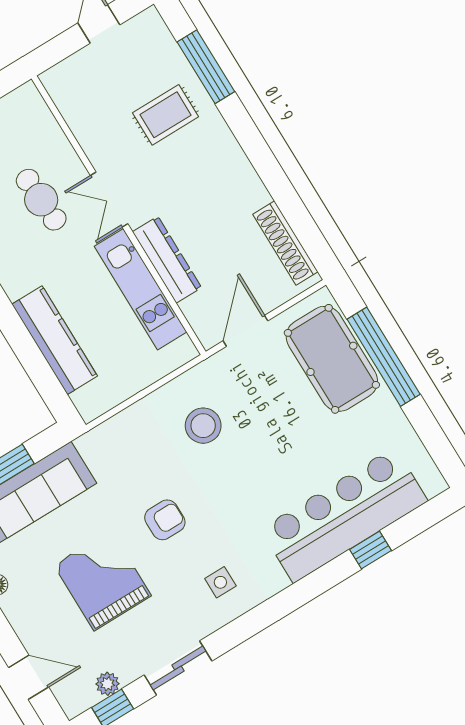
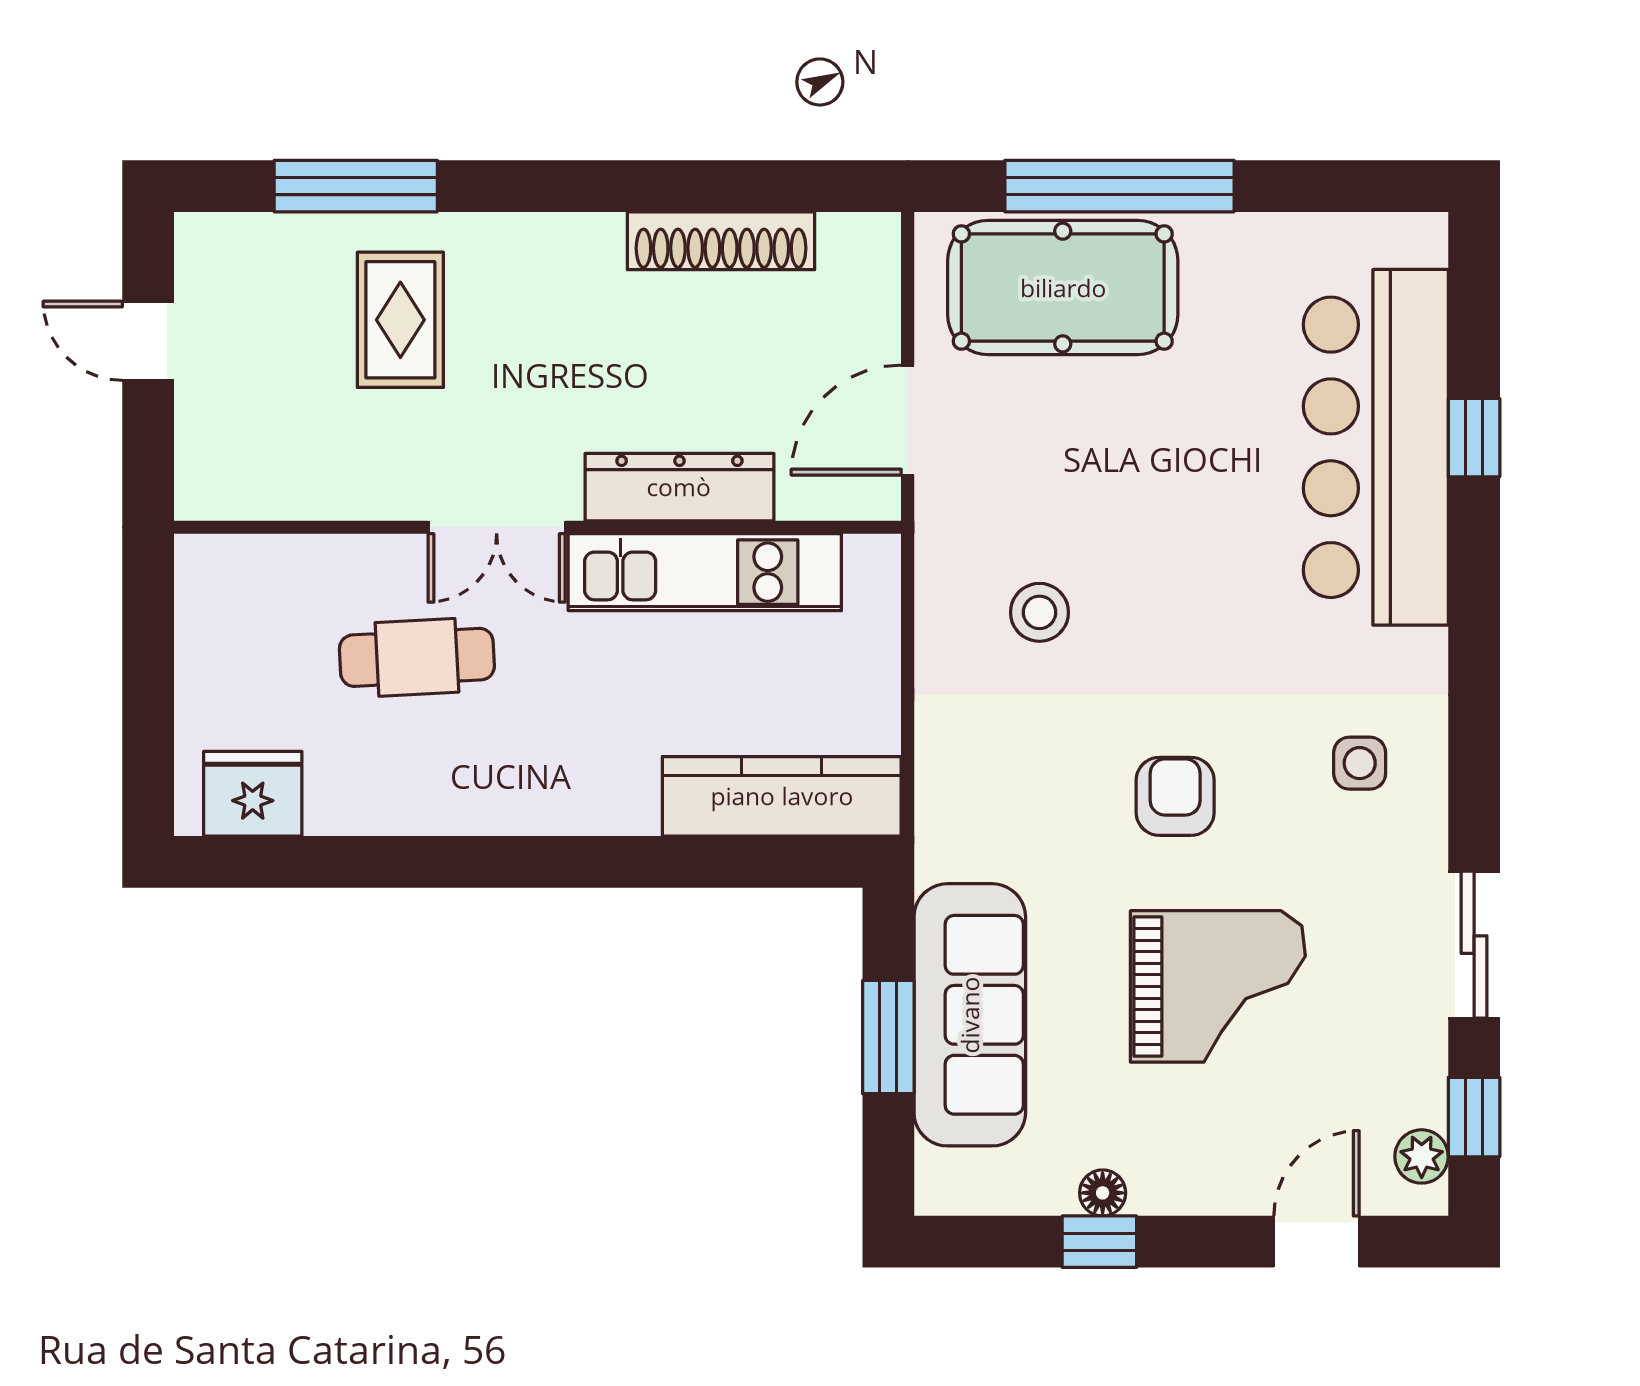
shoe rack: (285, 243) -> (721, 241), moved
door: (245, 331) -> (908, 420), hinge flipped
kitchen counter: (55, 340) -> (782, 796), moved
stool: (203, 426) -> (1039, 612), width x0.73, depth x0.73
grand piano: (103, 580) -> (1218, 986), turned 180
plant: (107, 684) -> (1422, 1156), moved

